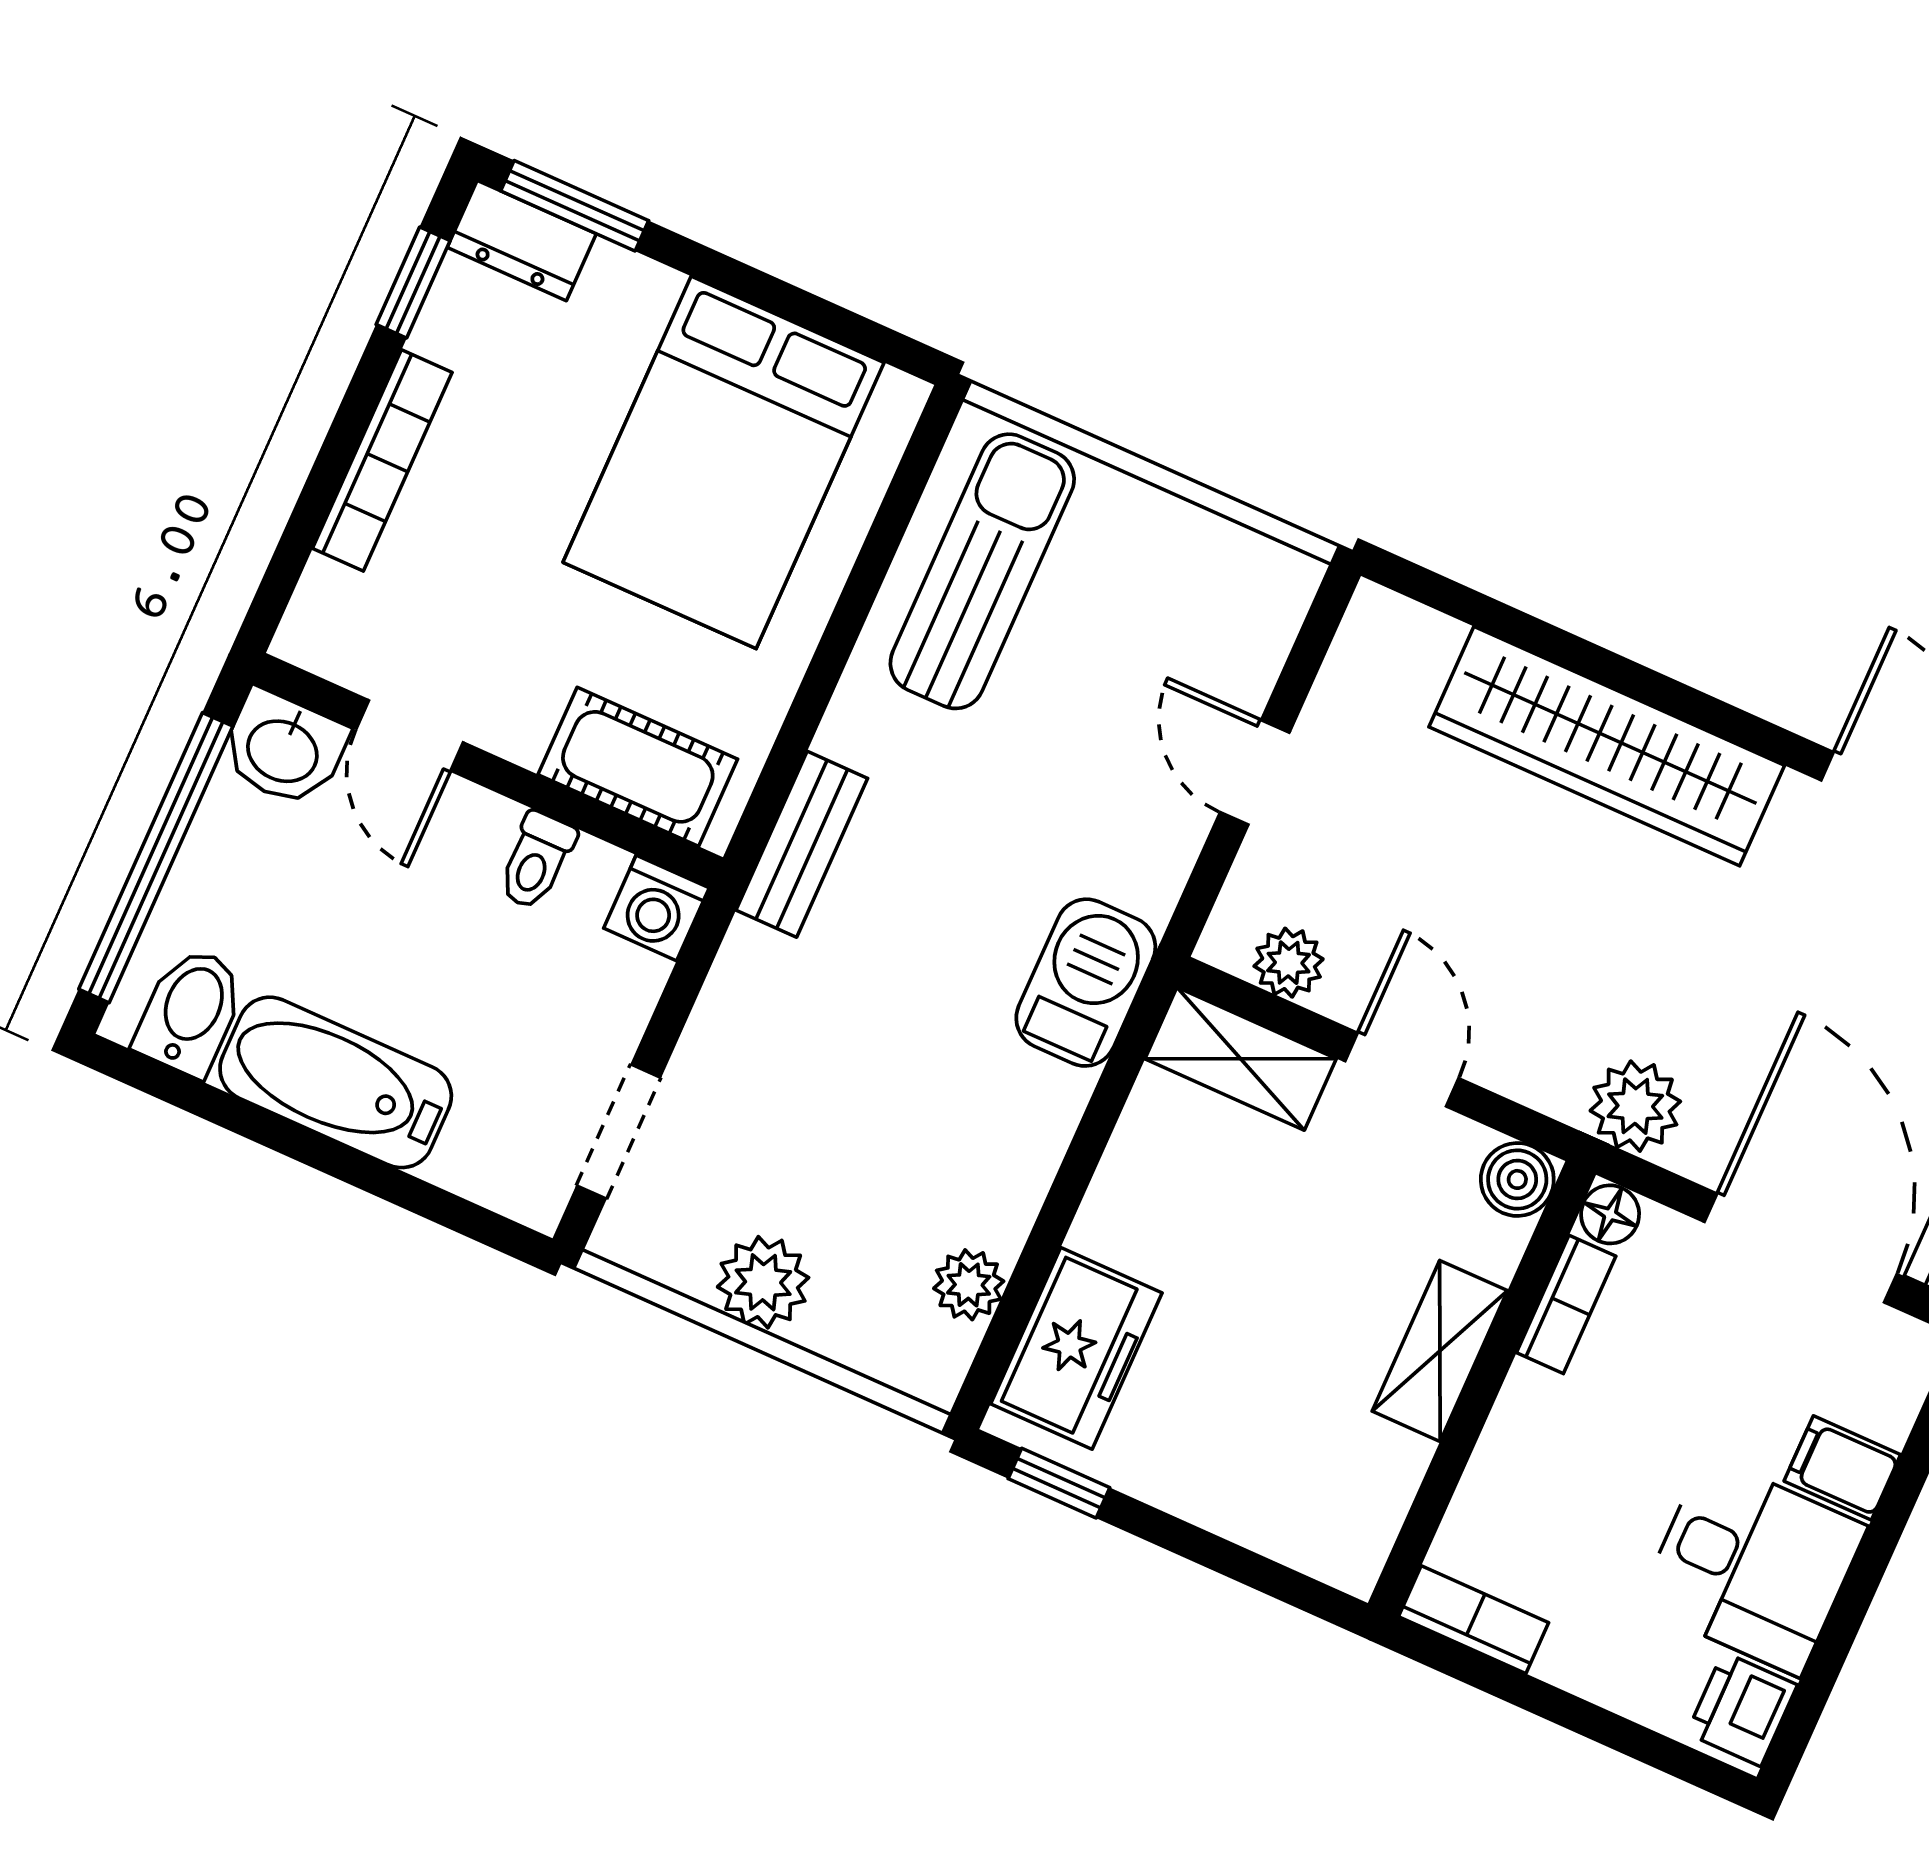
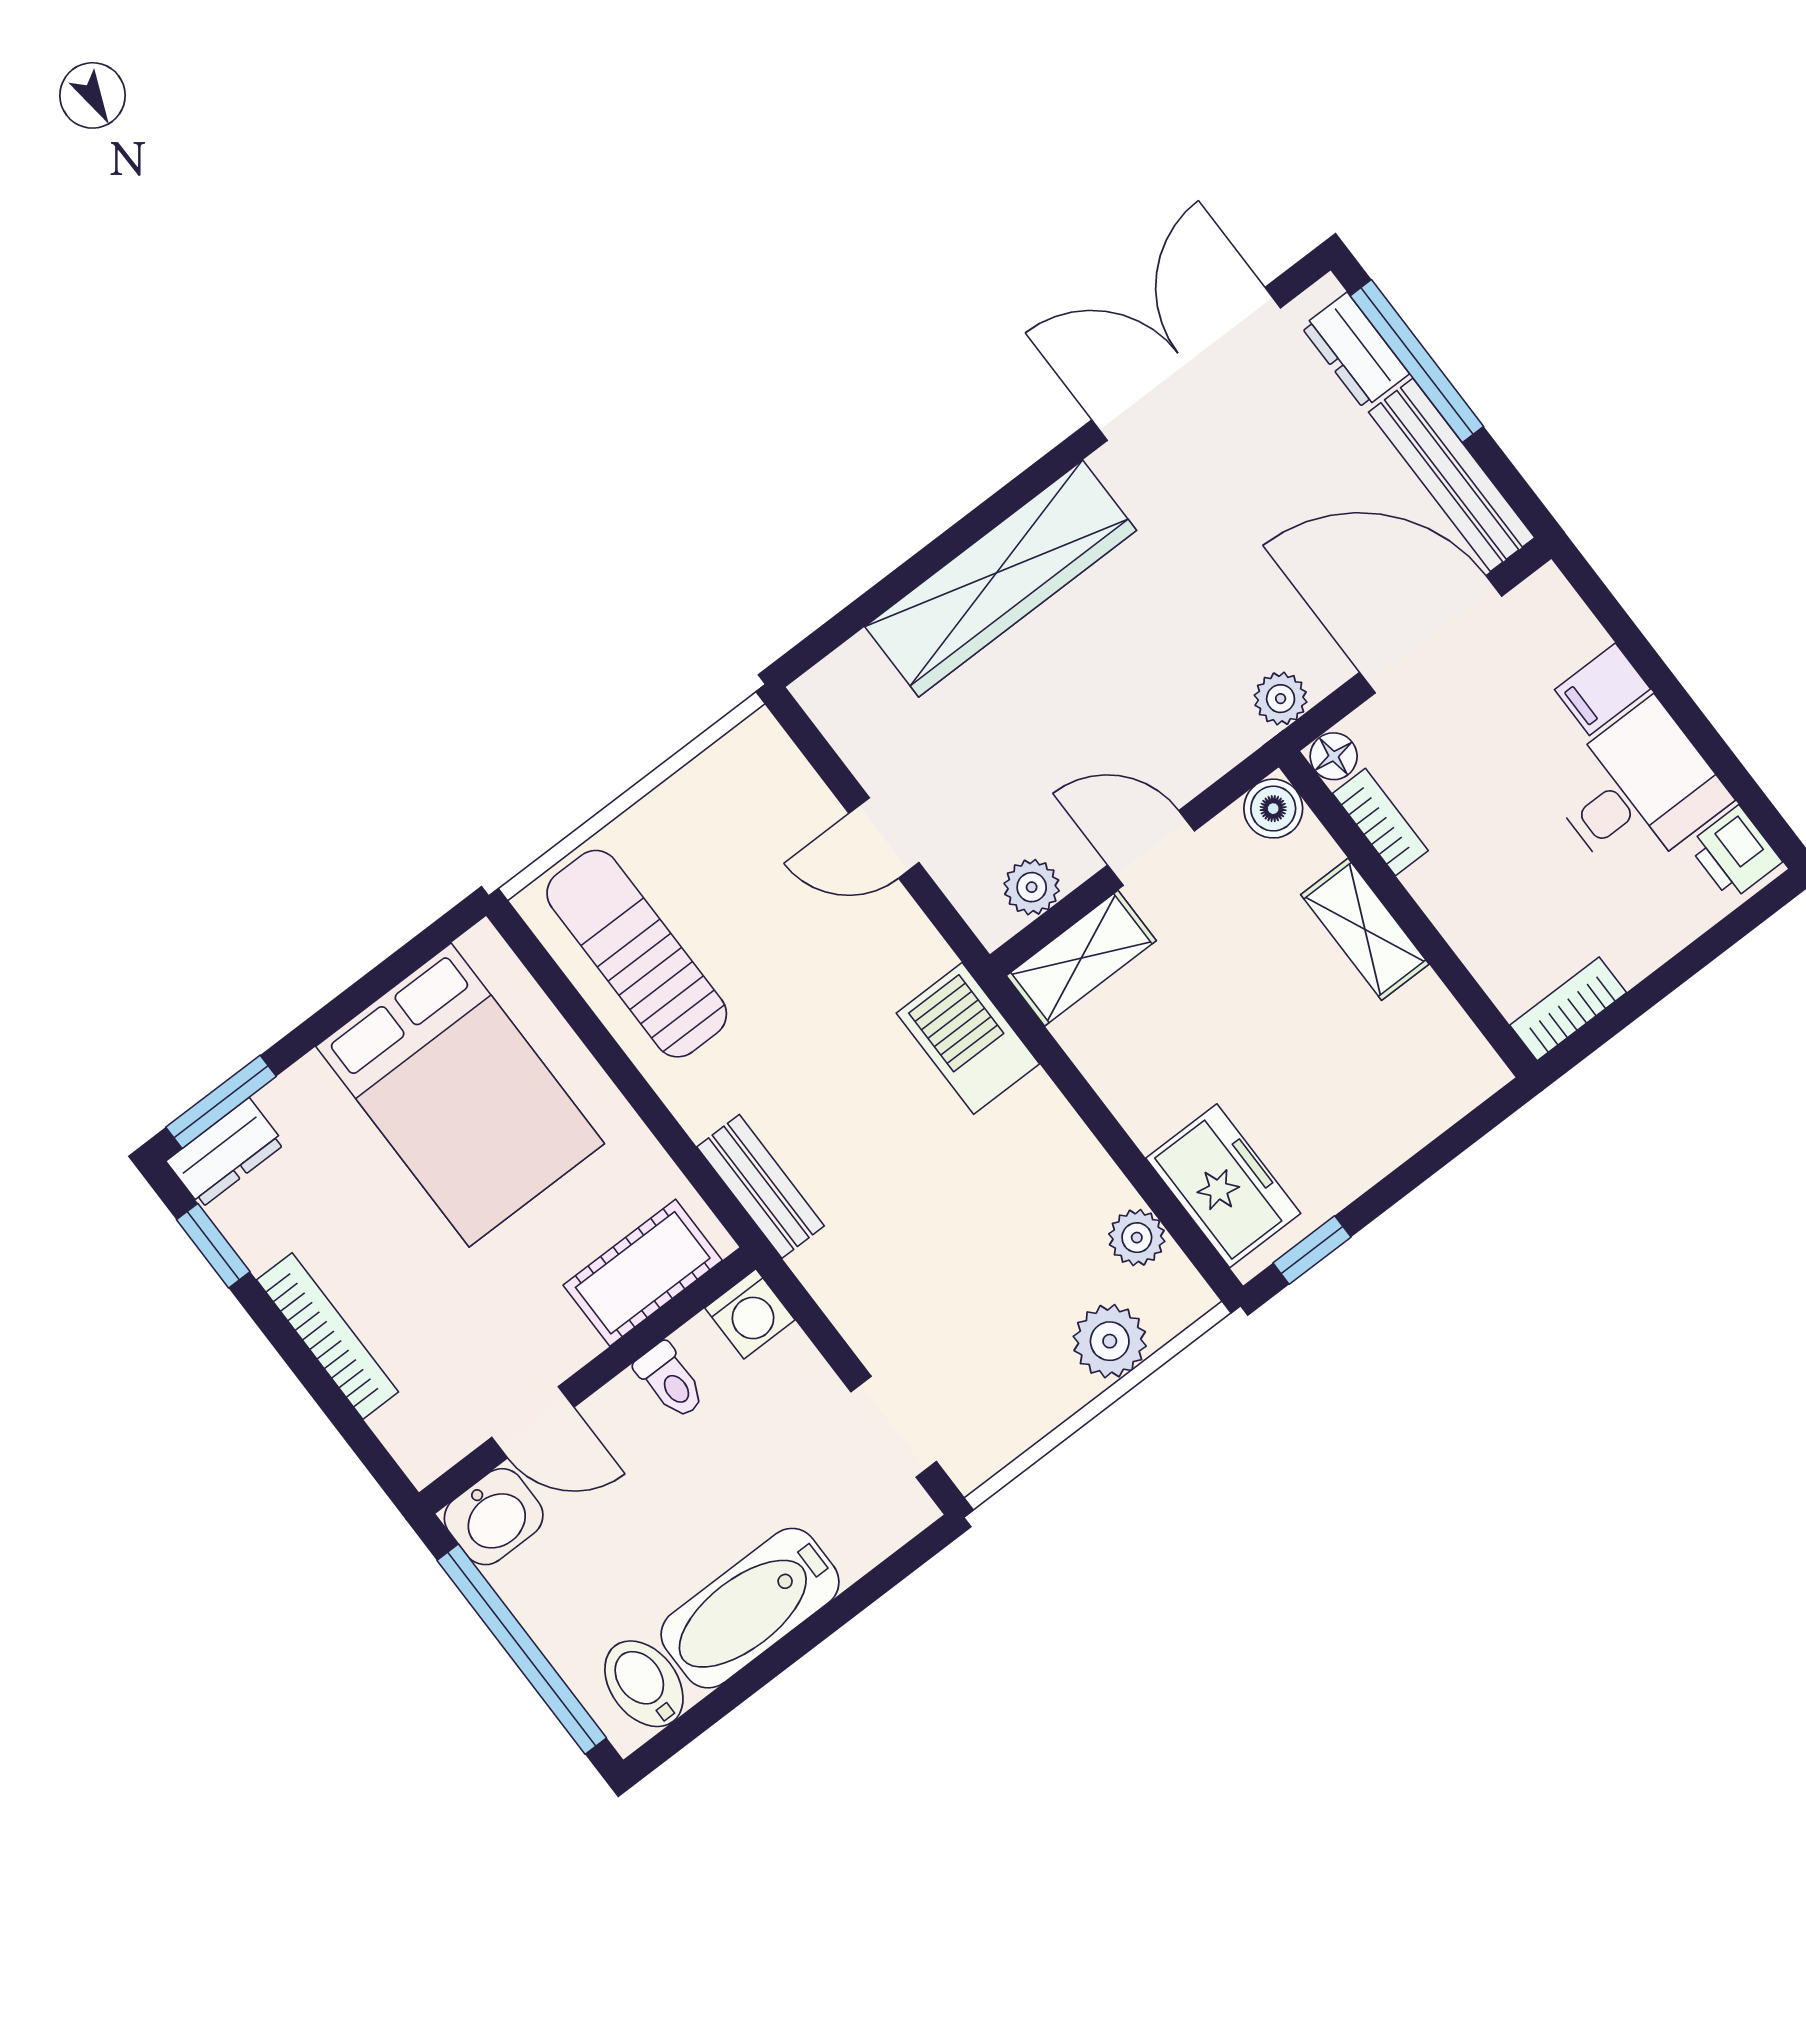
plant: (1635, 1106) -> (1281, 699), width x0.73, depth x0.73
plant: (763, 1282) -> (1110, 1341), moved

